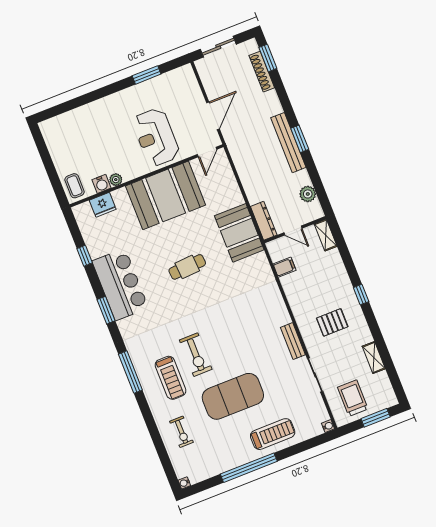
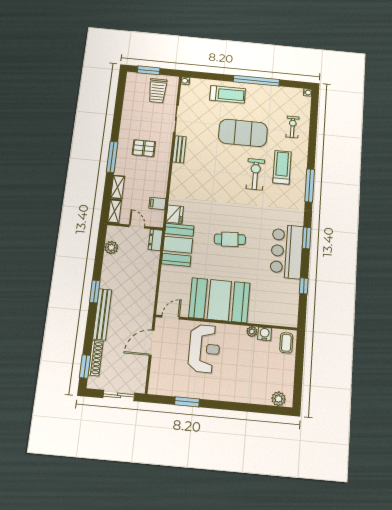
plant: (55, 125) -> (279, 399), added
bench: (288, 143) -> (102, 314), moved
fridge: (103, 205) -> (175, 214), moved, turned 90
dresser: (264, 221) -> (155, 240), width x0.70
window: (361, 295) -> (112, 157), width x2.17
shelving: (374, 357) -> (118, 187), moved
treadmill: (273, 434) -> (228, 94), turned 180

